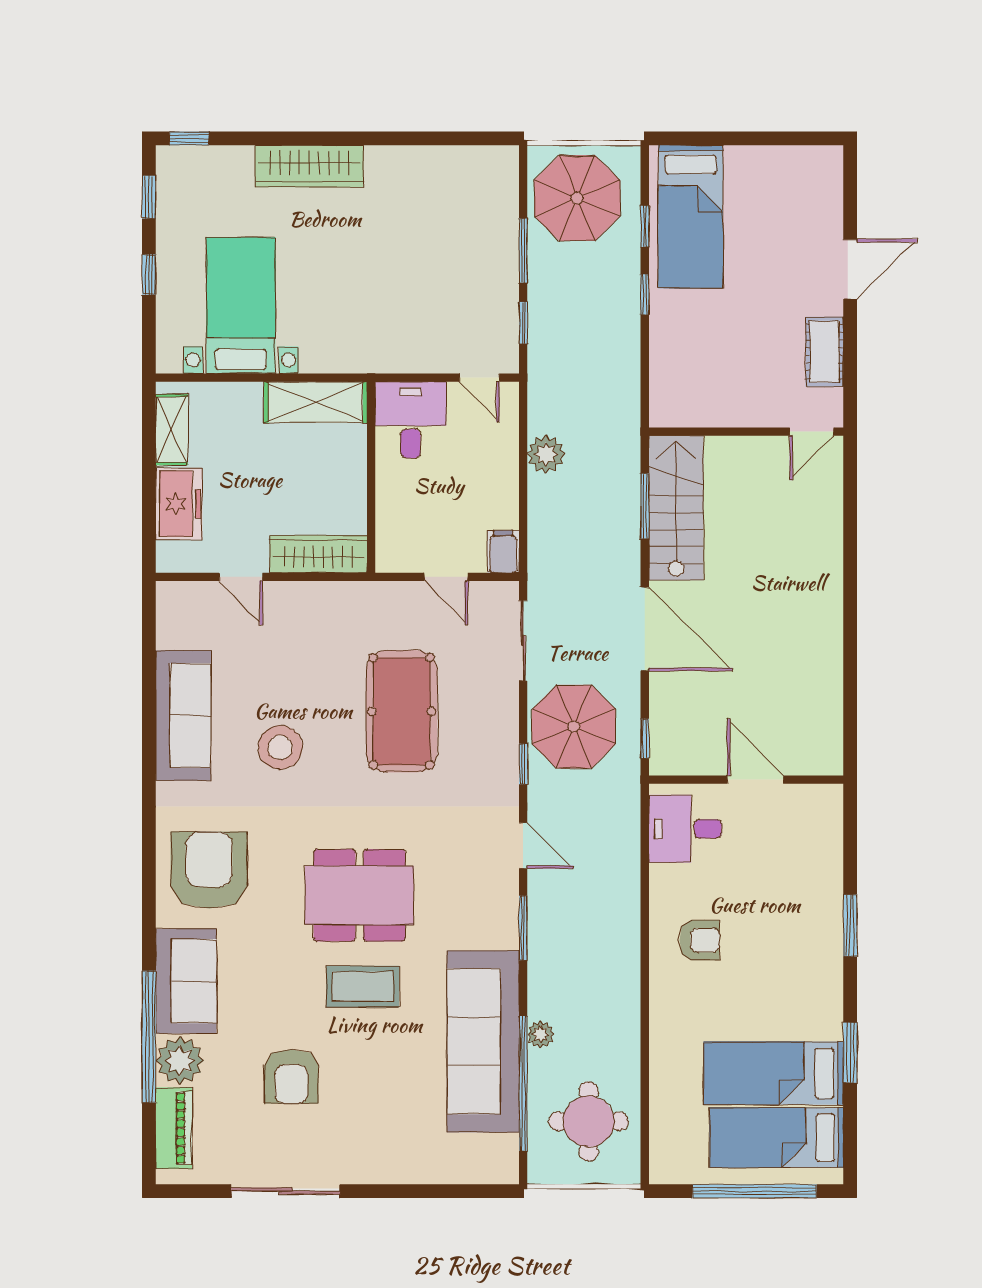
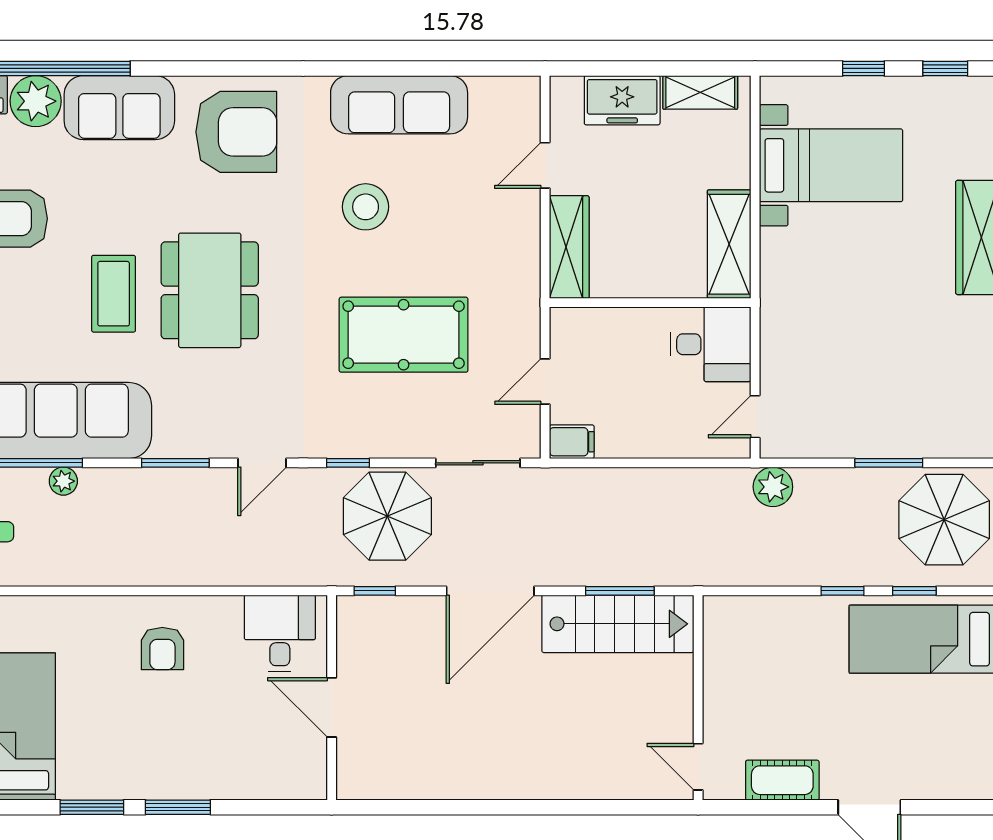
window: (523, 323) -> (813, 463), removed
plant: (546, 454) -> (773, 487), moved
door: (755, 780) -> (332, 707), swing flipped
window: (850, 1053) -> (92, 807), moved

